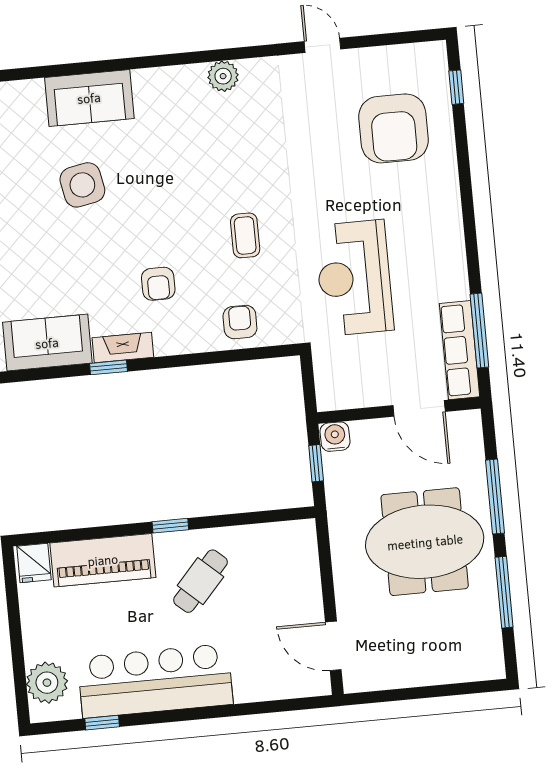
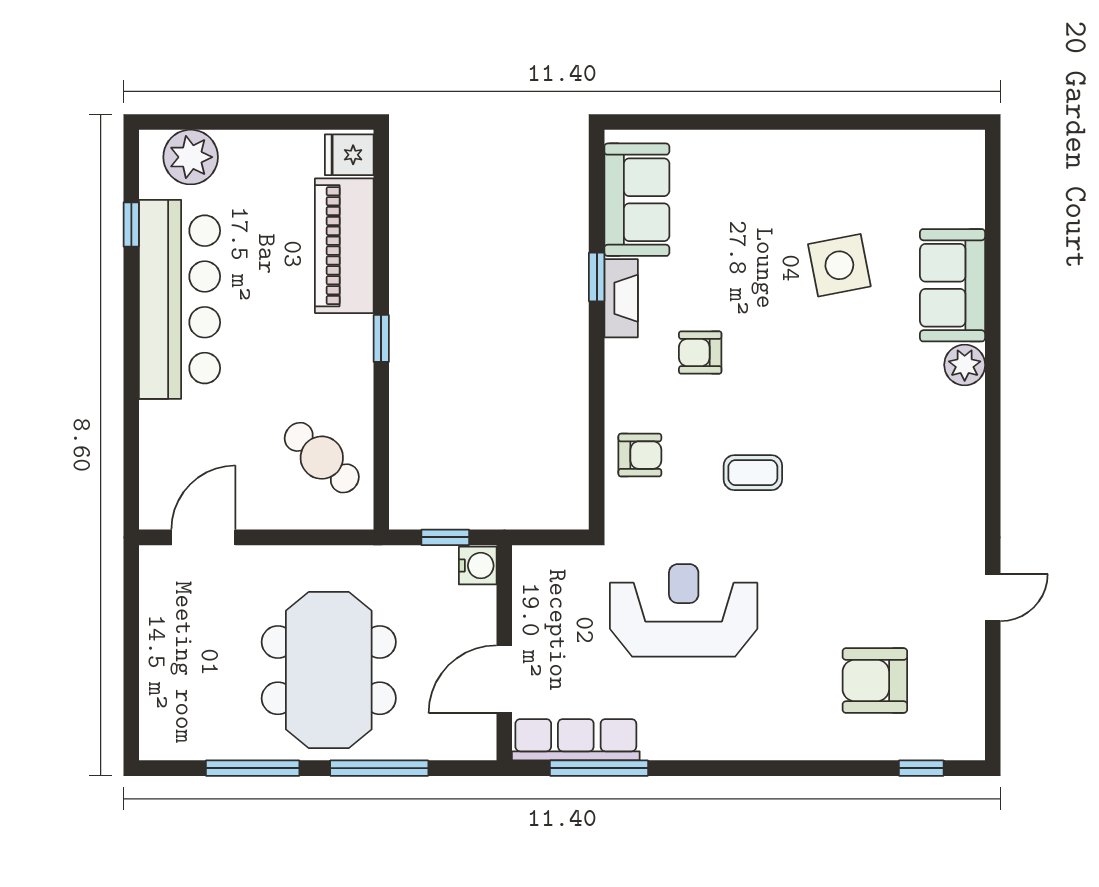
plant: (223, 76) -> (965, 365), moved
armchair: (393, 128) -> (875, 681), width x0.73, depth x0.73
cafe table: (200, 581) -> (322, 458), moved

